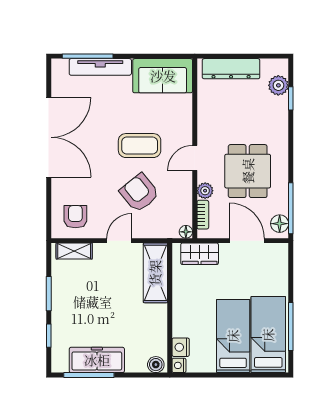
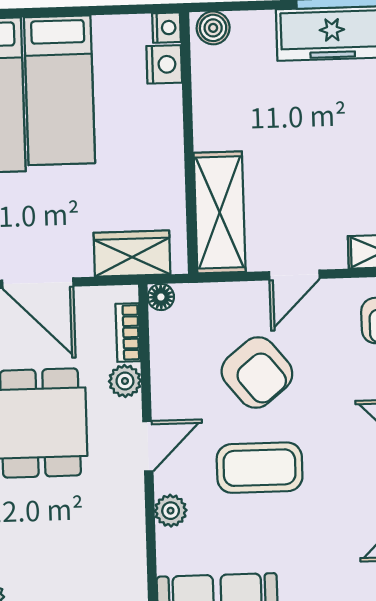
plant: (184, 126) -> (171, 511), added

